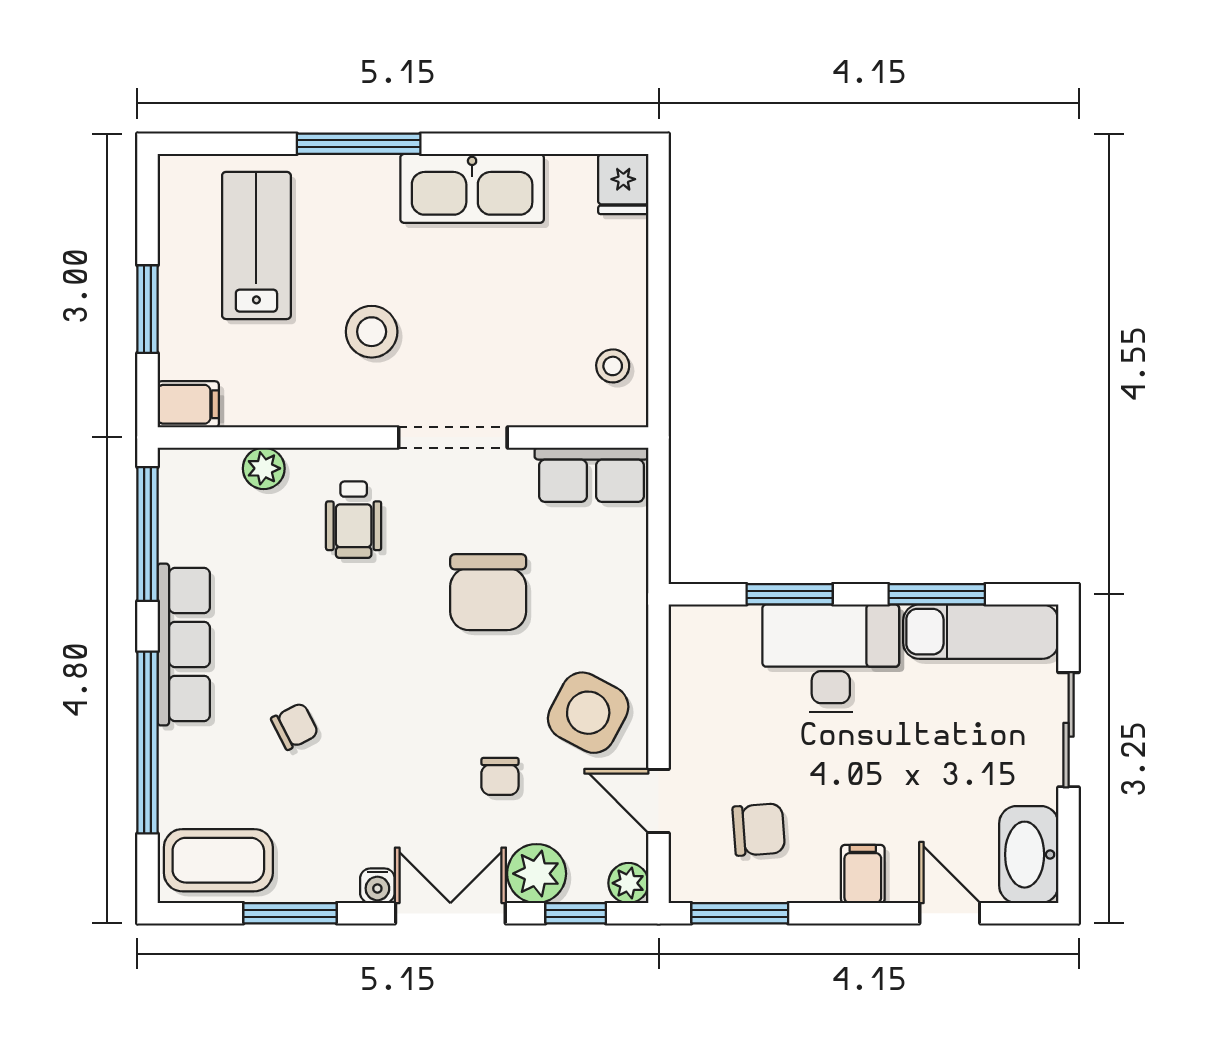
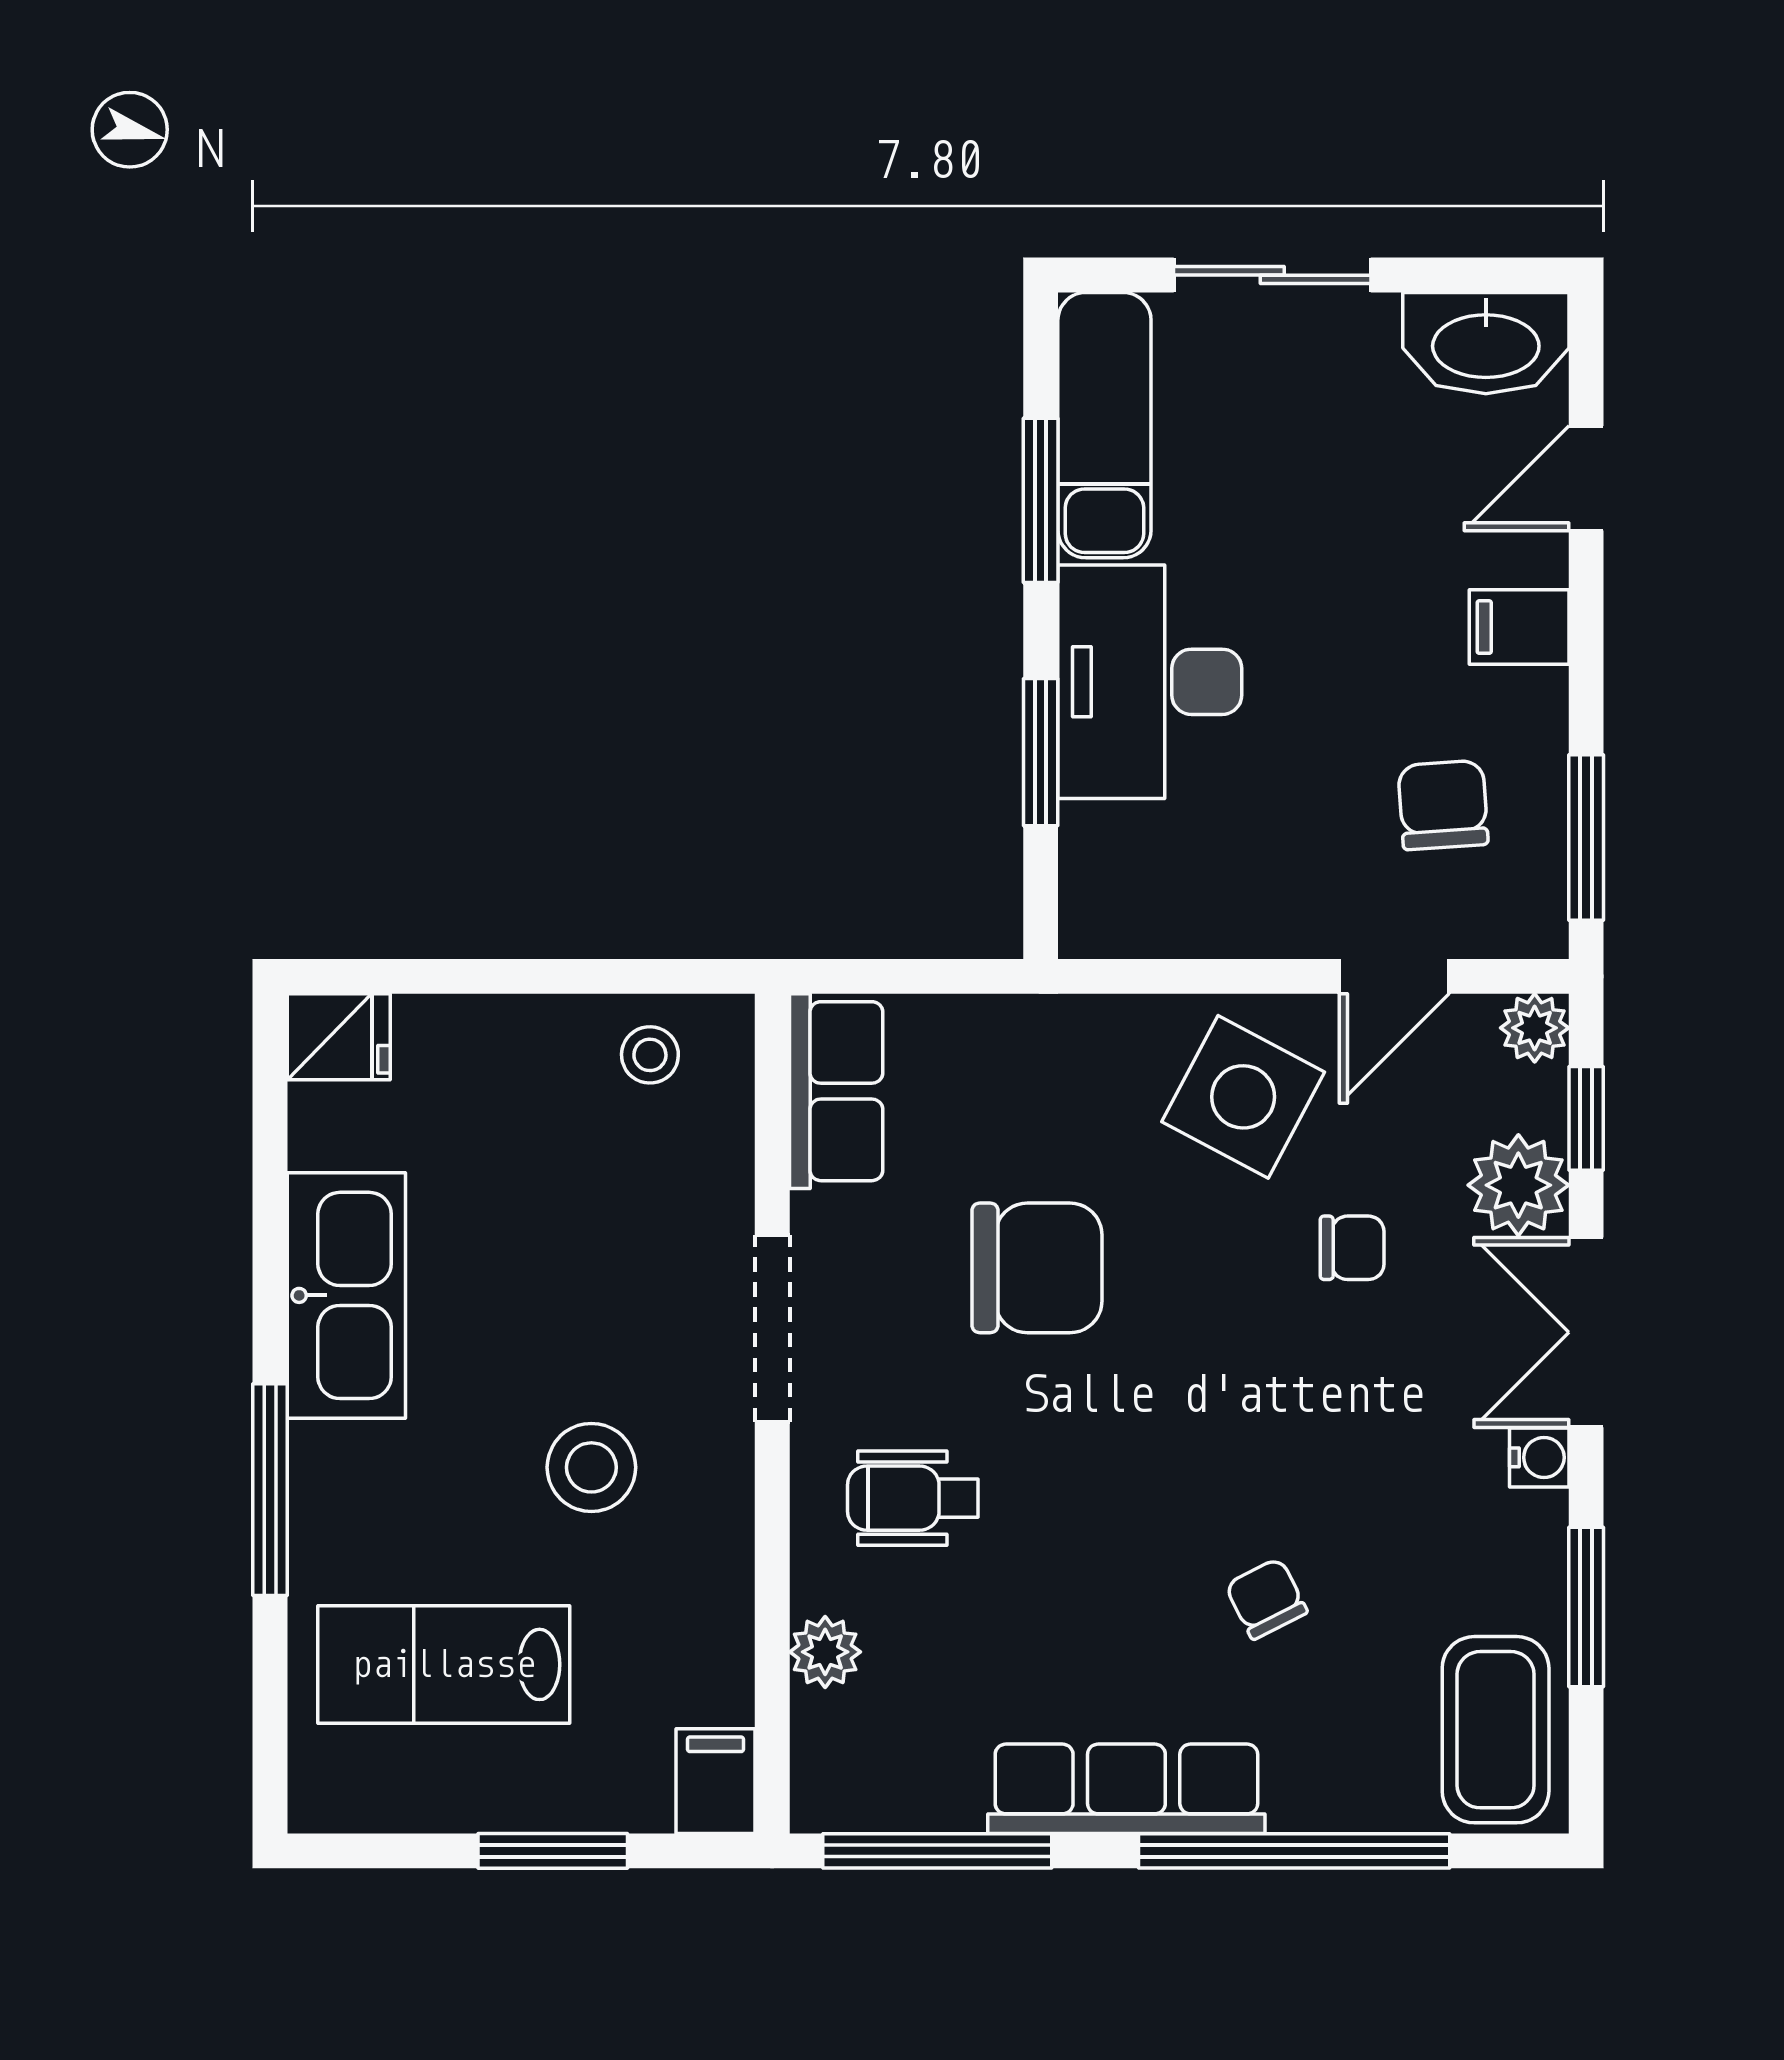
wheelchair: (354, 520) -> (913, 1498), turned 180

